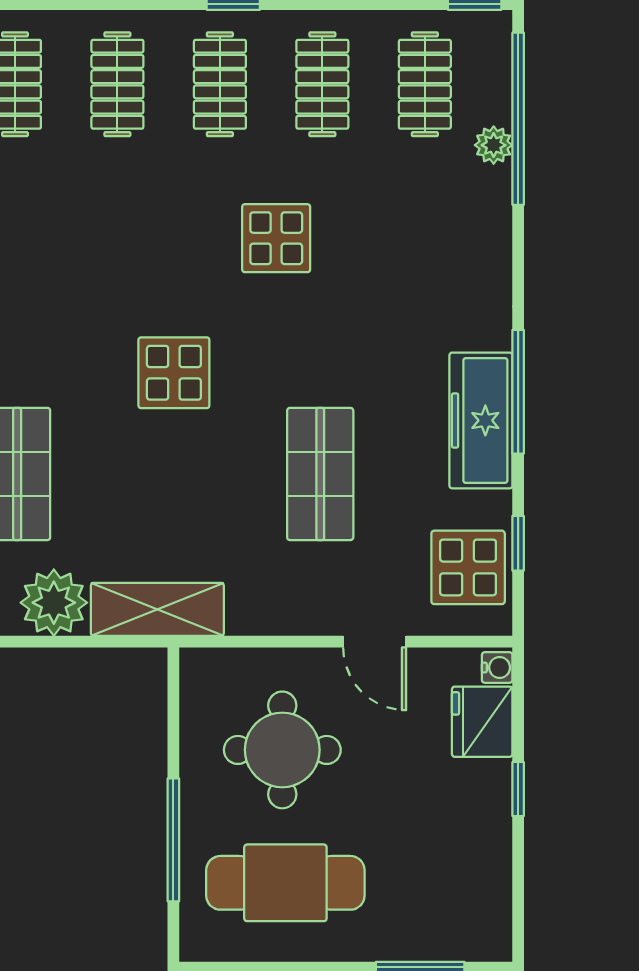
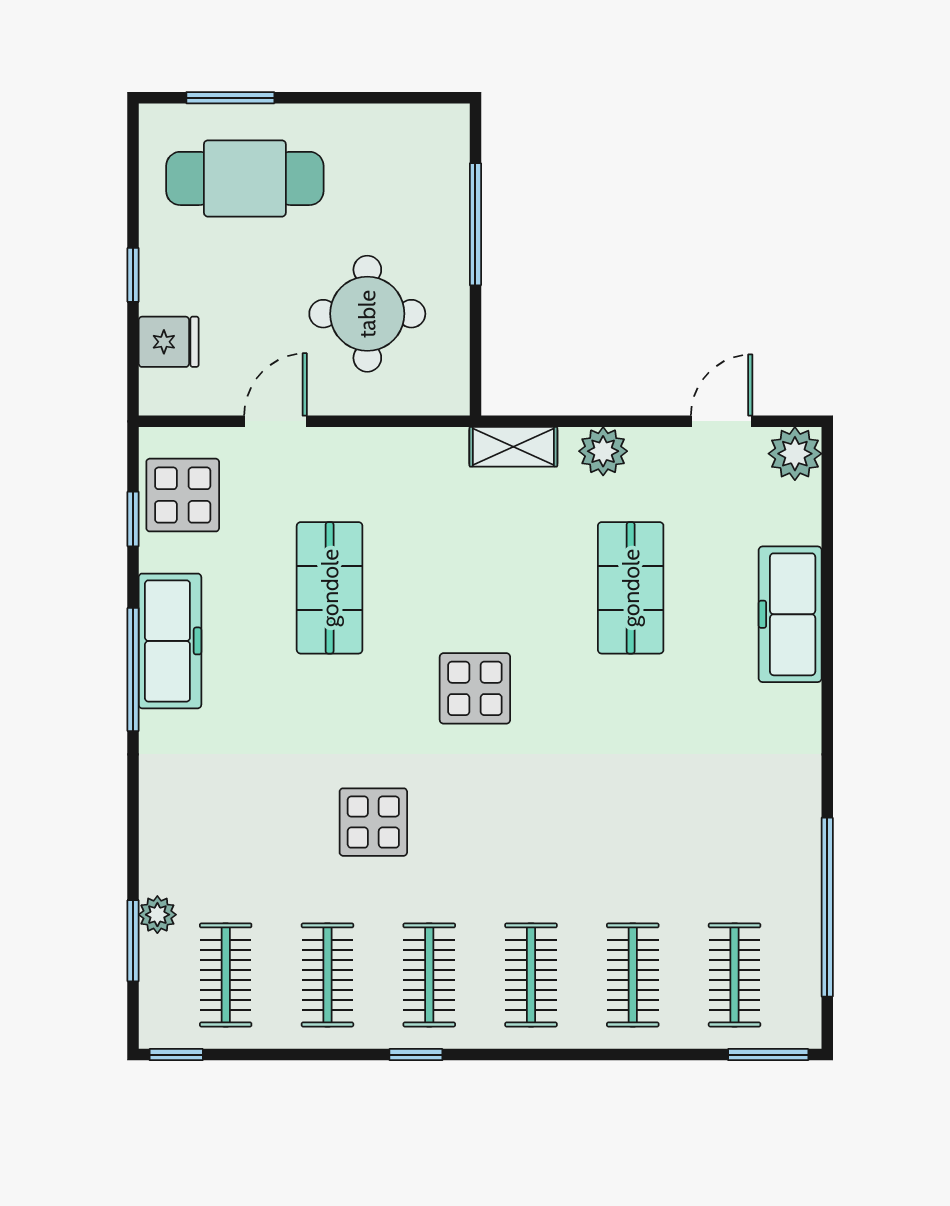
window: (518, 119) -> (133, 941), width x0.47
plant: (54, 603) -> (603, 451), width x0.73, depth x0.73
shelving: (157, 609) -> (513, 447), width x0.67, depth x0.75
door: (375, 642) -> (276, 421), hinge flipped
water cooler: (497, 667) -> (154, 396), removed
fridge: (482, 722) -> (169, 342), width x0.72
cafe table: (285, 883) -> (245, 178), moved

